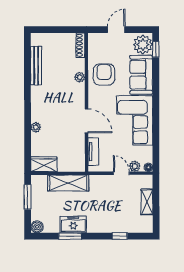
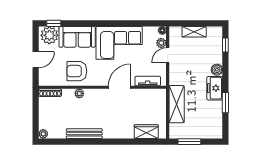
door: (116, 30) -> (36, 60), swing flipped
bench: (36, 66) -> (84, 134), moved
plant: (36, 127) -> (43, 134), moved
wardrobe: (44, 164) -> (146, 132), moved, turned 90
freezer: (73, 224) -> (215, 88), moved
boiler: (37, 227) -> (217, 70), moved
window: (120, 236) -> (225, 45), moved

